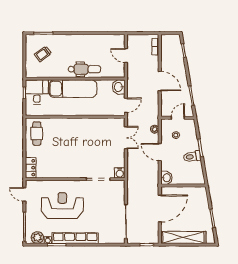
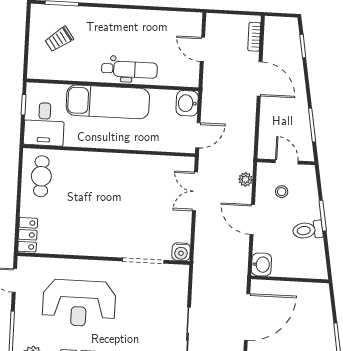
door: (160, 81) -> (260, 79), moved
desk: (37, 92) -> (44, 124), moved, turned 180
door: (178, 118) -> (287, 162), hinge flipped
double door: (126, 138) -> (195, 191), swing flipped
reception desk: (62, 206) -> (79, 303), turned 180

